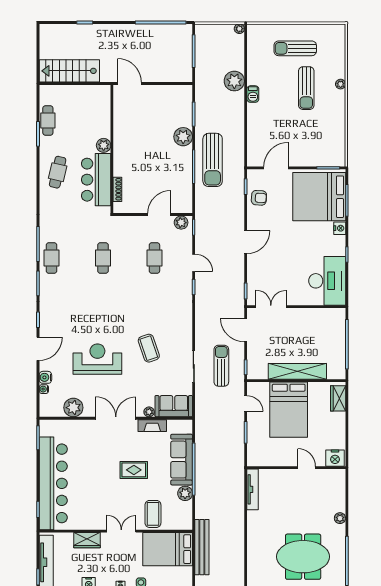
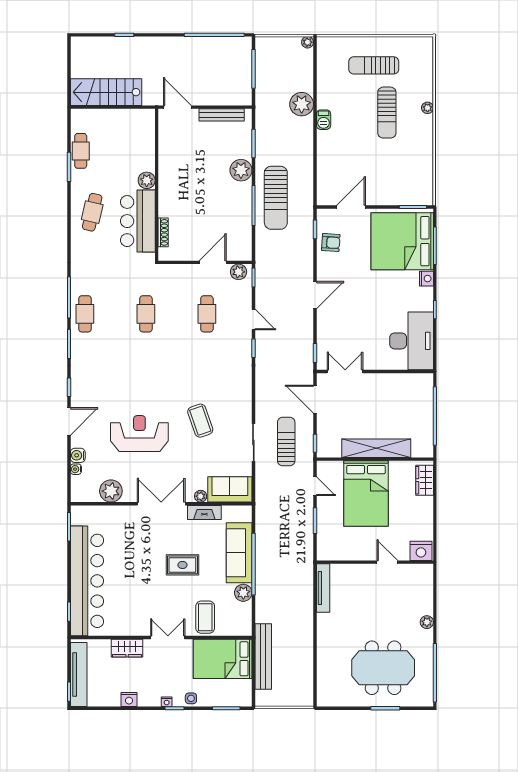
bench: (167, 90) -> (222, 115), added

